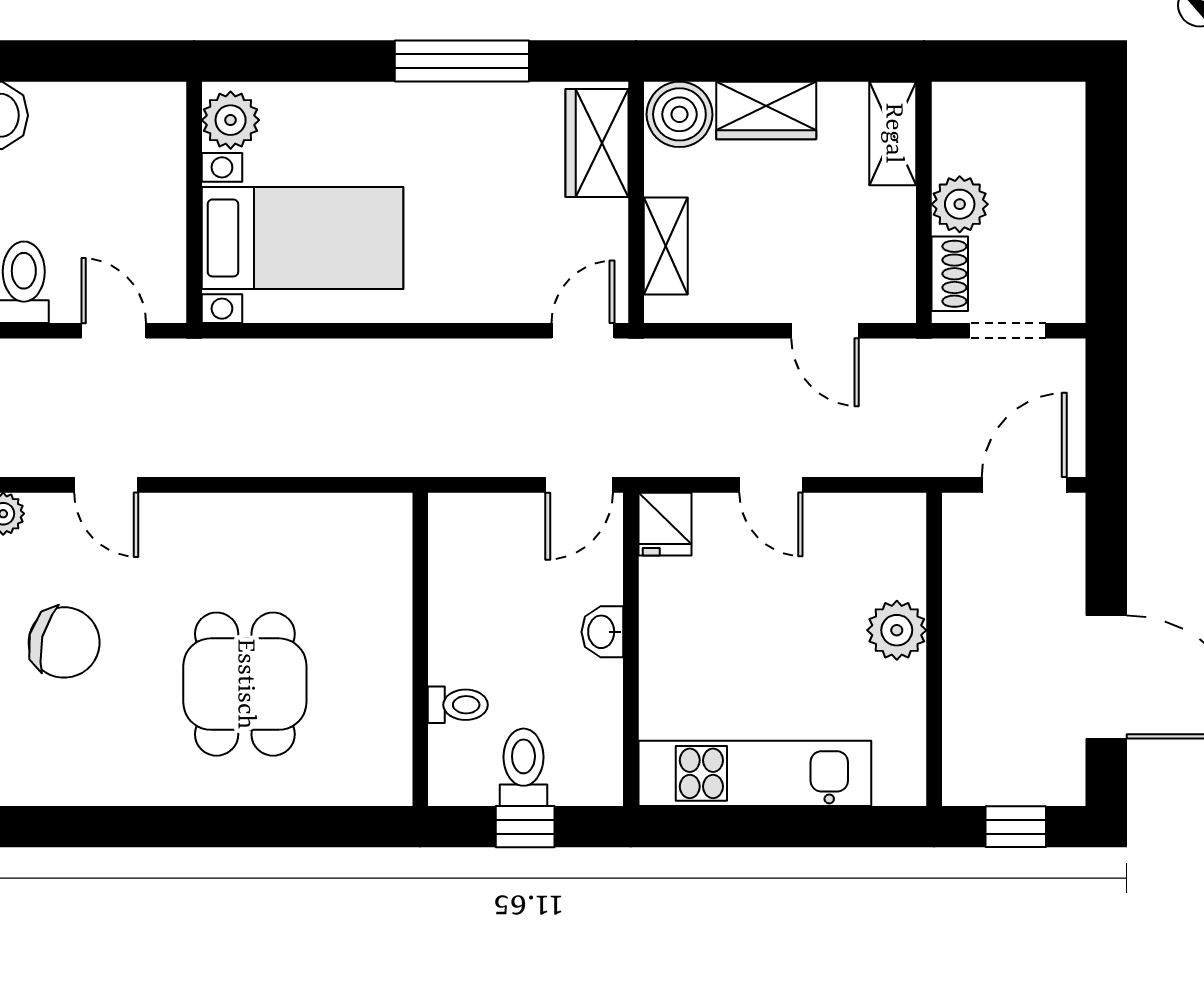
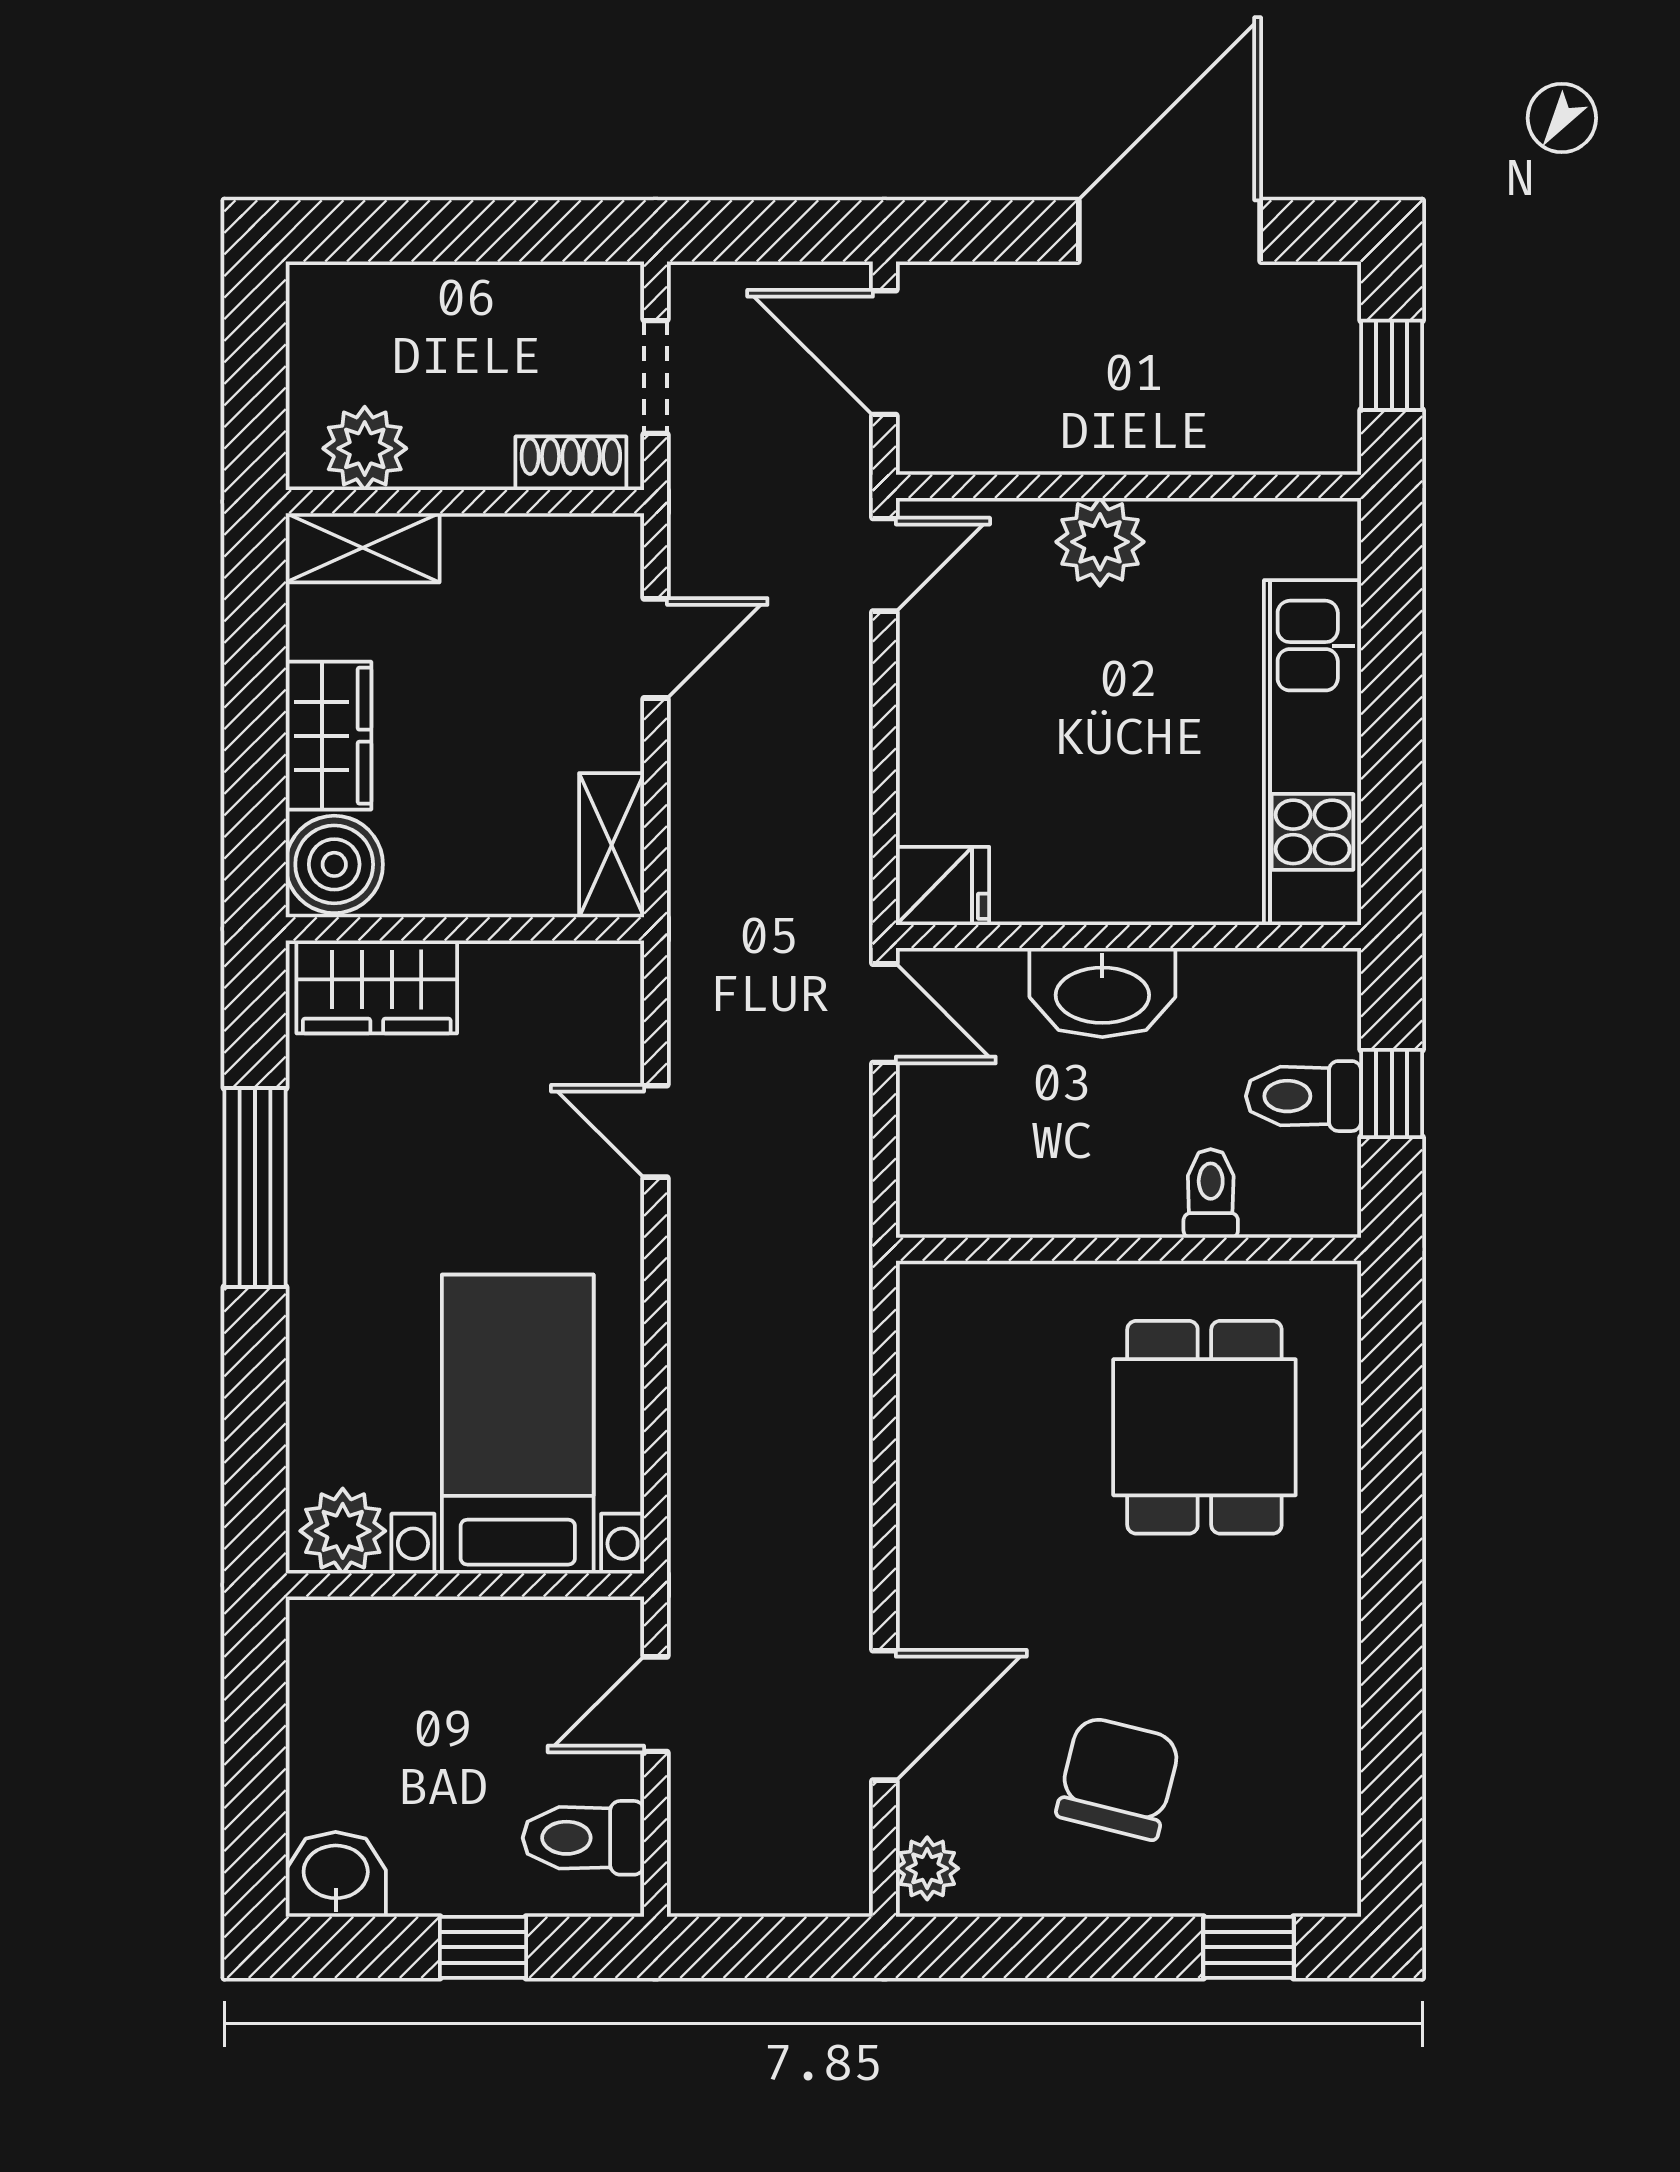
plant: (960, 204) -> (365, 448), moved
shelving: (666, 246) -> (612, 845), moved, turned 90
door: (583, 331) -> (656, 1131), moved
door: (106, 485) -> (884, 1715), width x1.38
door: (771, 485) -> (884, 565), moved
washbasin: (602, 632) -> (1102, 993), width x1.91, depth x1.45
dining table: (245, 684) -> (1204, 1427), moved, turned 90

